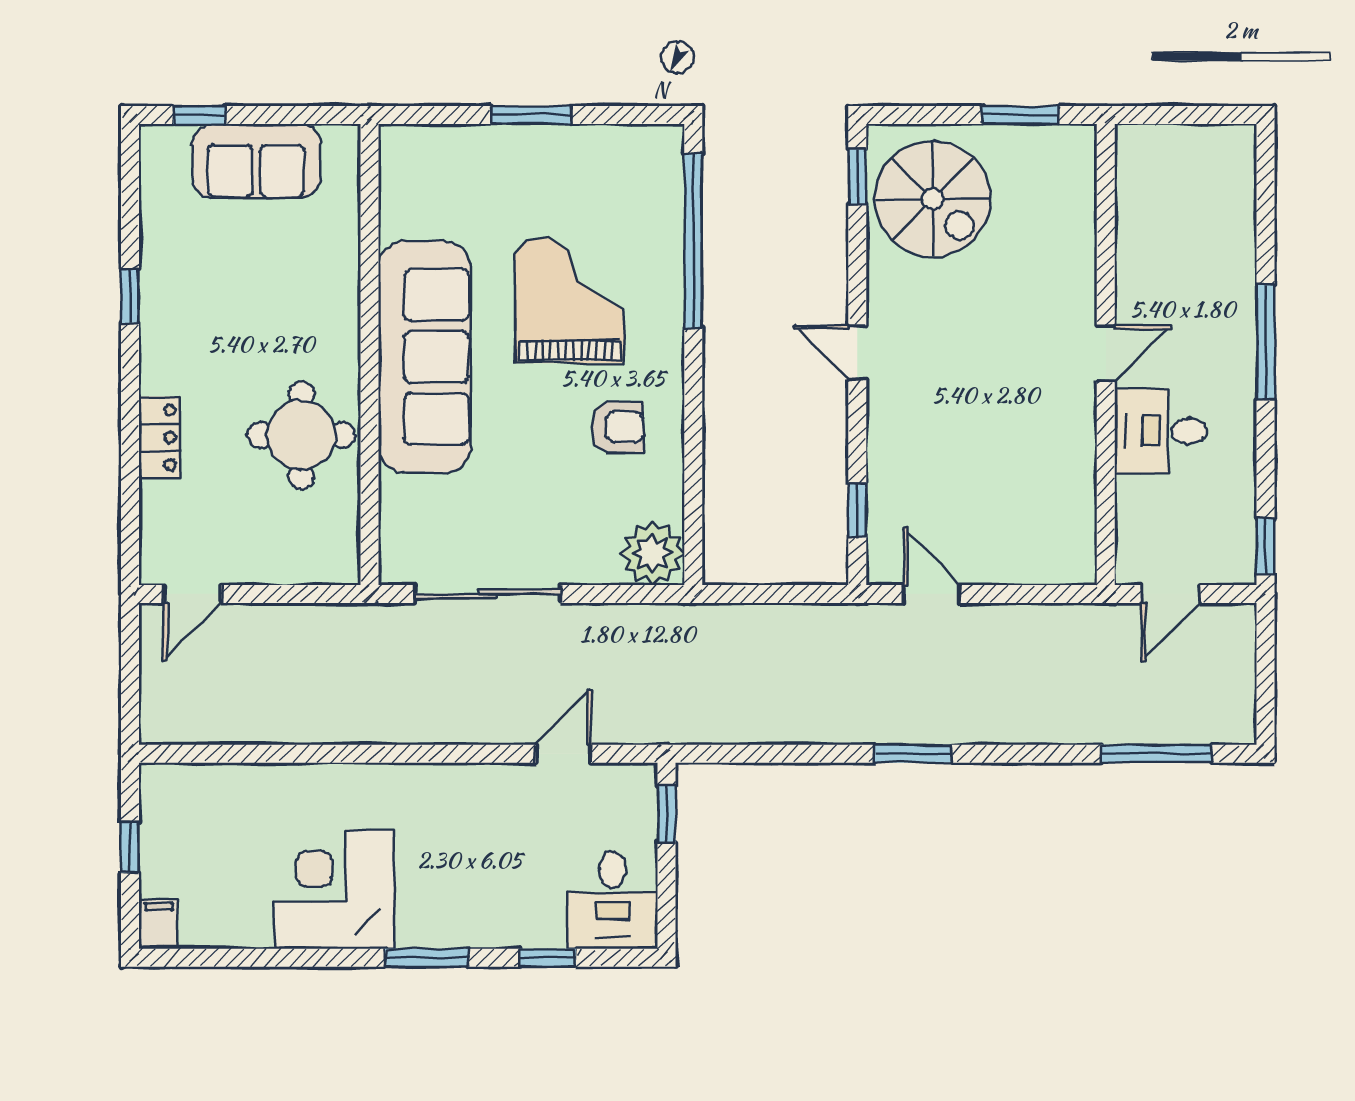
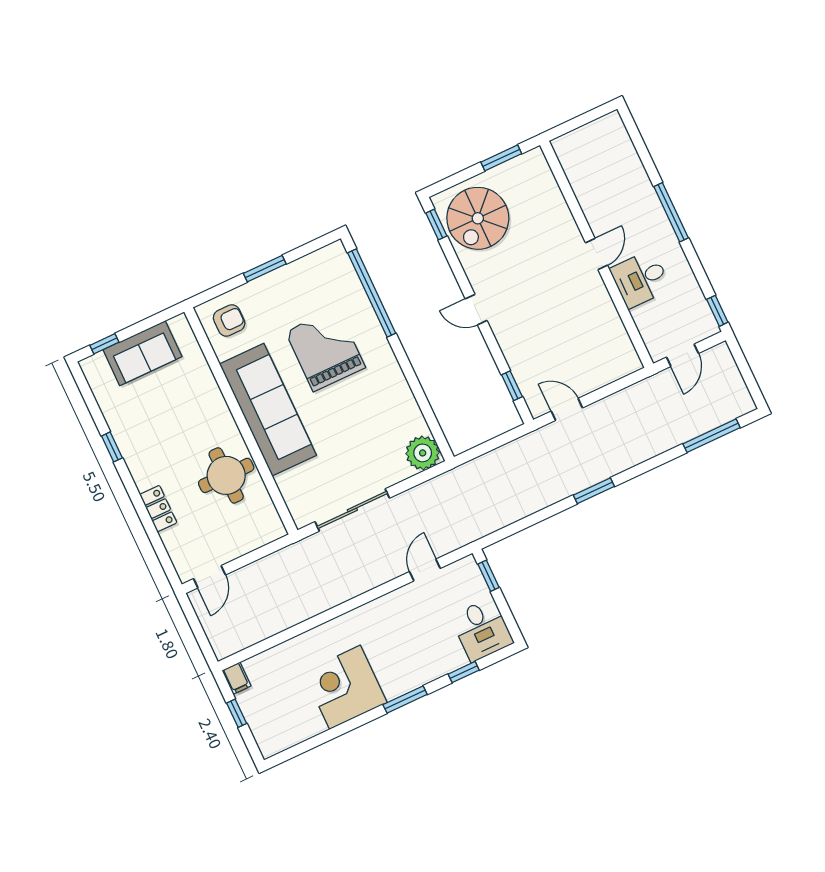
spiral stairs: (933, 199) -> (478, 218), turned 90
armchair: (618, 427) -> (229, 320), moved
filing cabinet: (159, 924) -> (236, 678), moved, turned 180

